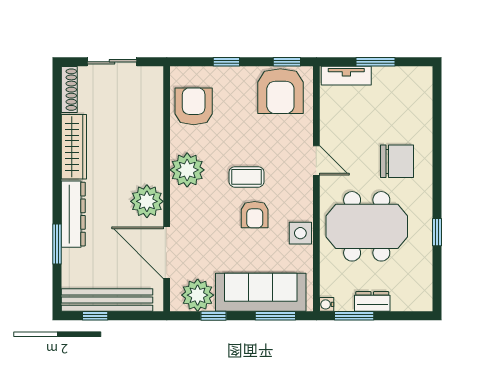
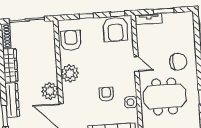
sliding door: (112, 62) -> (27, 20), width x1.37
coffee table: (246, 177) -> (101, 75), removed
armchair: (255, 215) -> (106, 94), turned 180

